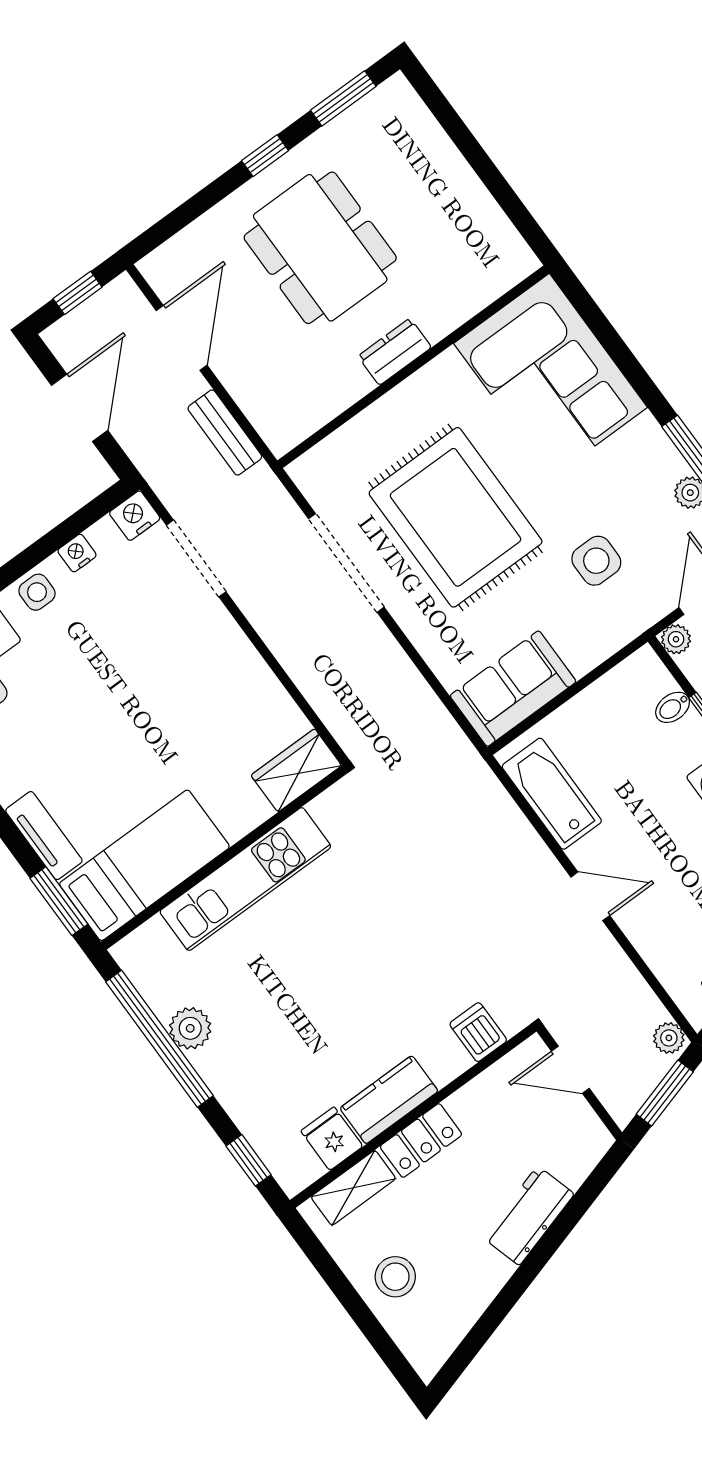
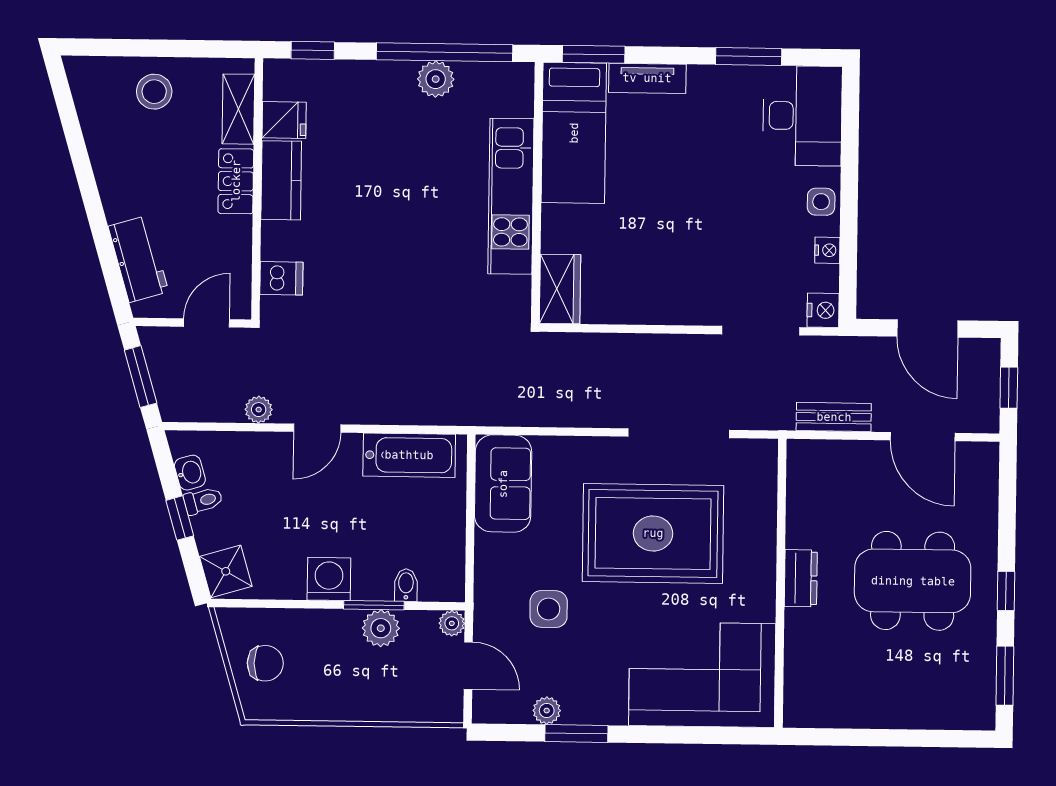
plant: (669, 1038) -> (259, 410), moved
workbench: (528, 1216) -> (138, 259), moved

